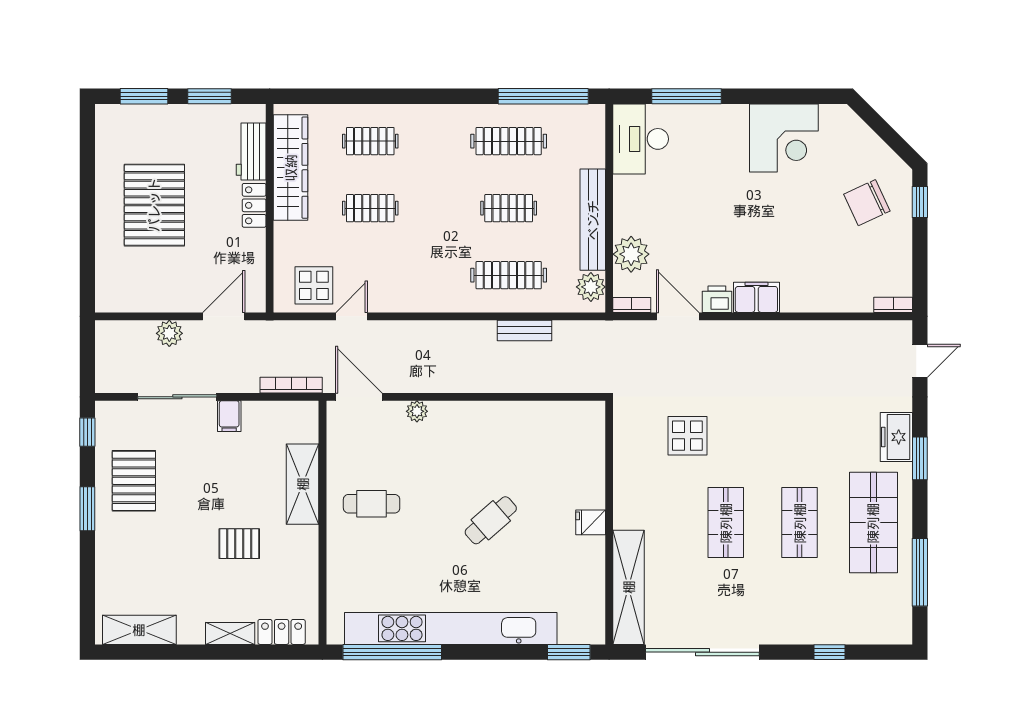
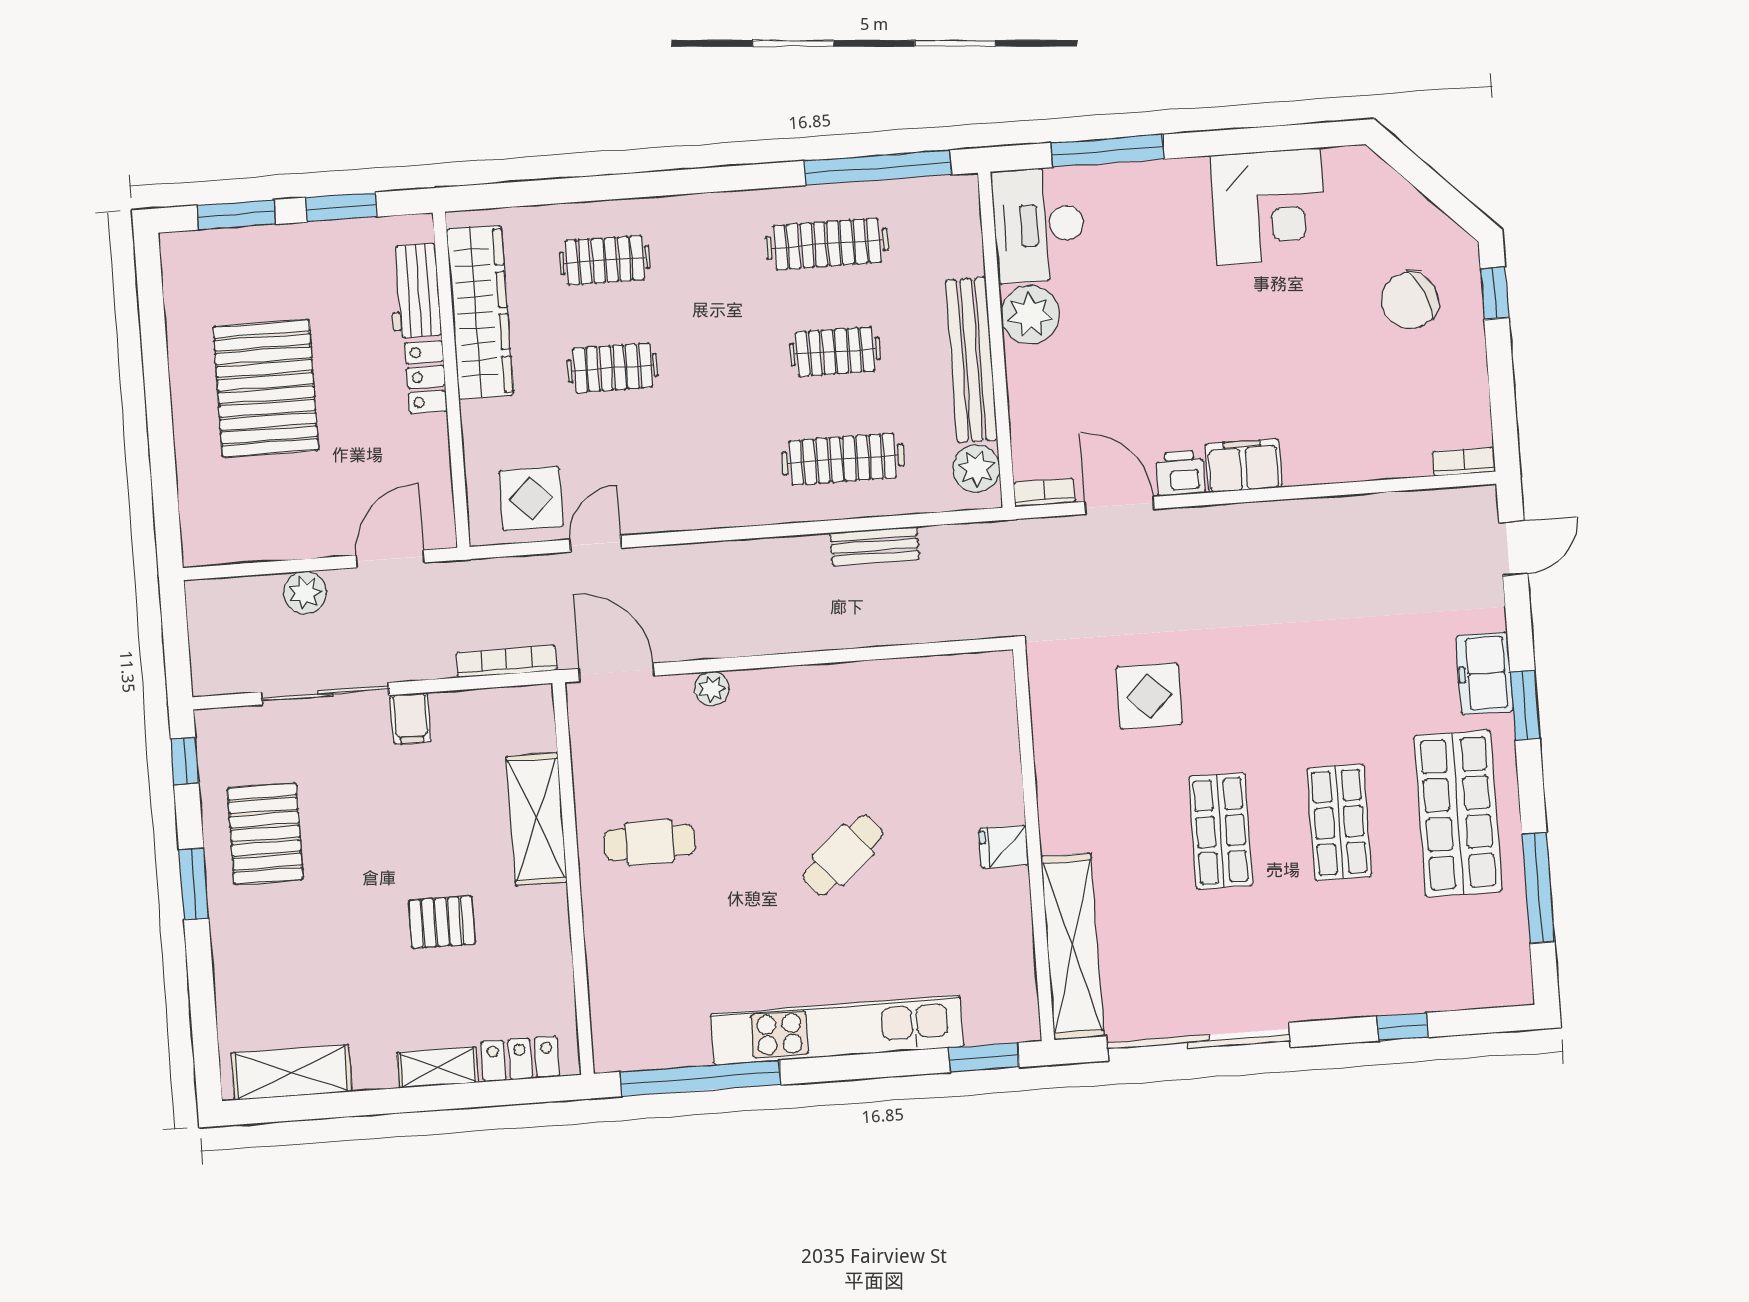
plant: (631, 254) -> (1030, 315), moved
kitchen unit: (451, 628) -> (837, 1030), width x0.73

